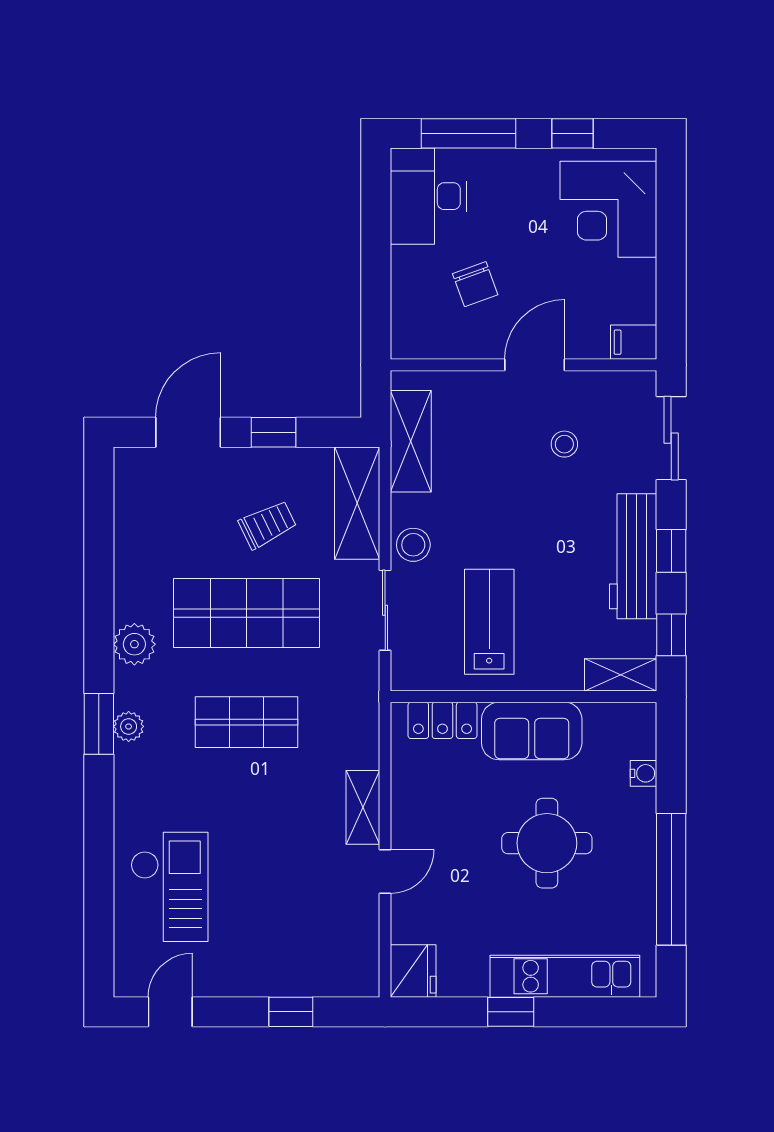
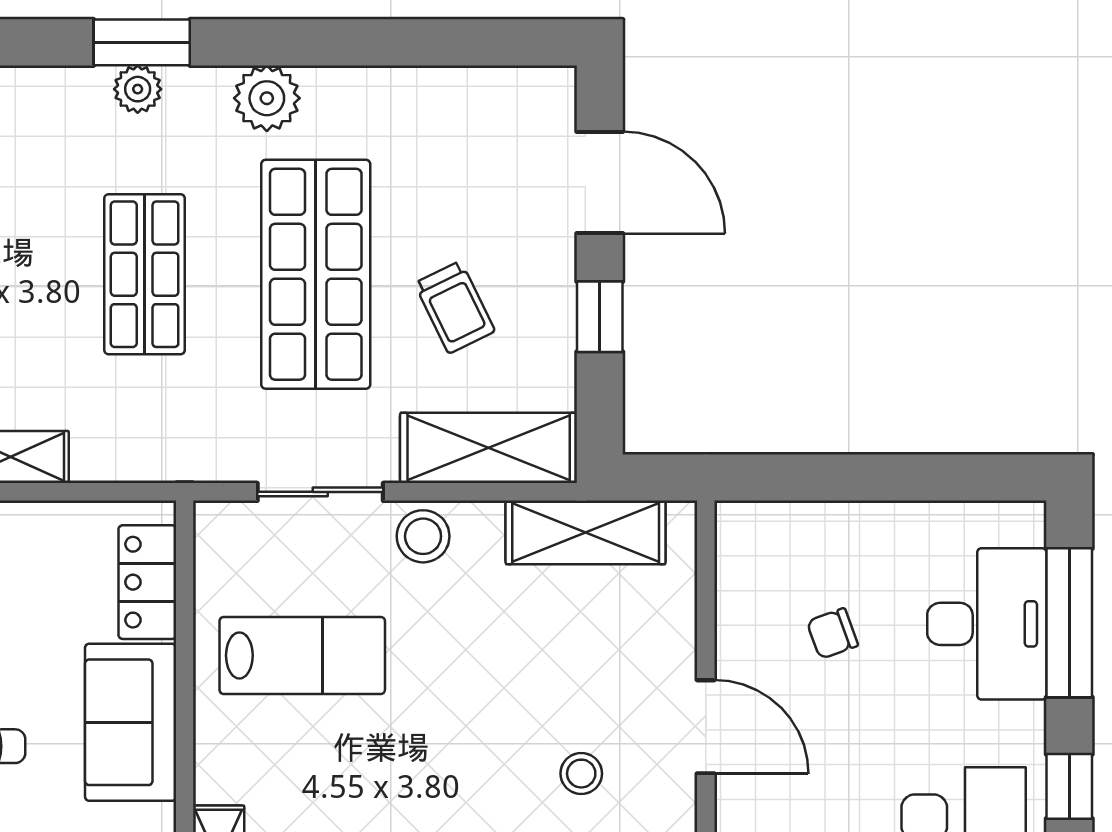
desk: (428, 196) -> (987, 624), moved, turned 90
chair: (475, 284) -> (832, 634), width x0.73, depth x0.73

